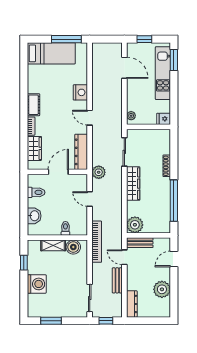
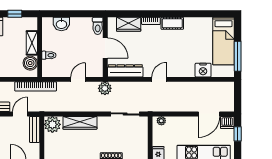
dishwasher: (133, 50) -> (227, 122), added
nightstand: (80, 92) -> (203, 70), moved
wardrobe: (133, 184) -> (80, 123), moved
toilet: (36, 192) -> (98, 26), moved

